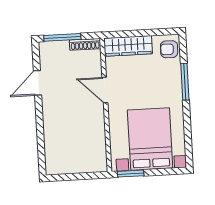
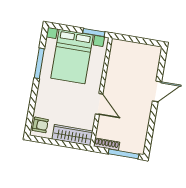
window: (185, 82) -> (39, 63), moved
door: (37, 83) -> (157, 91), moved

